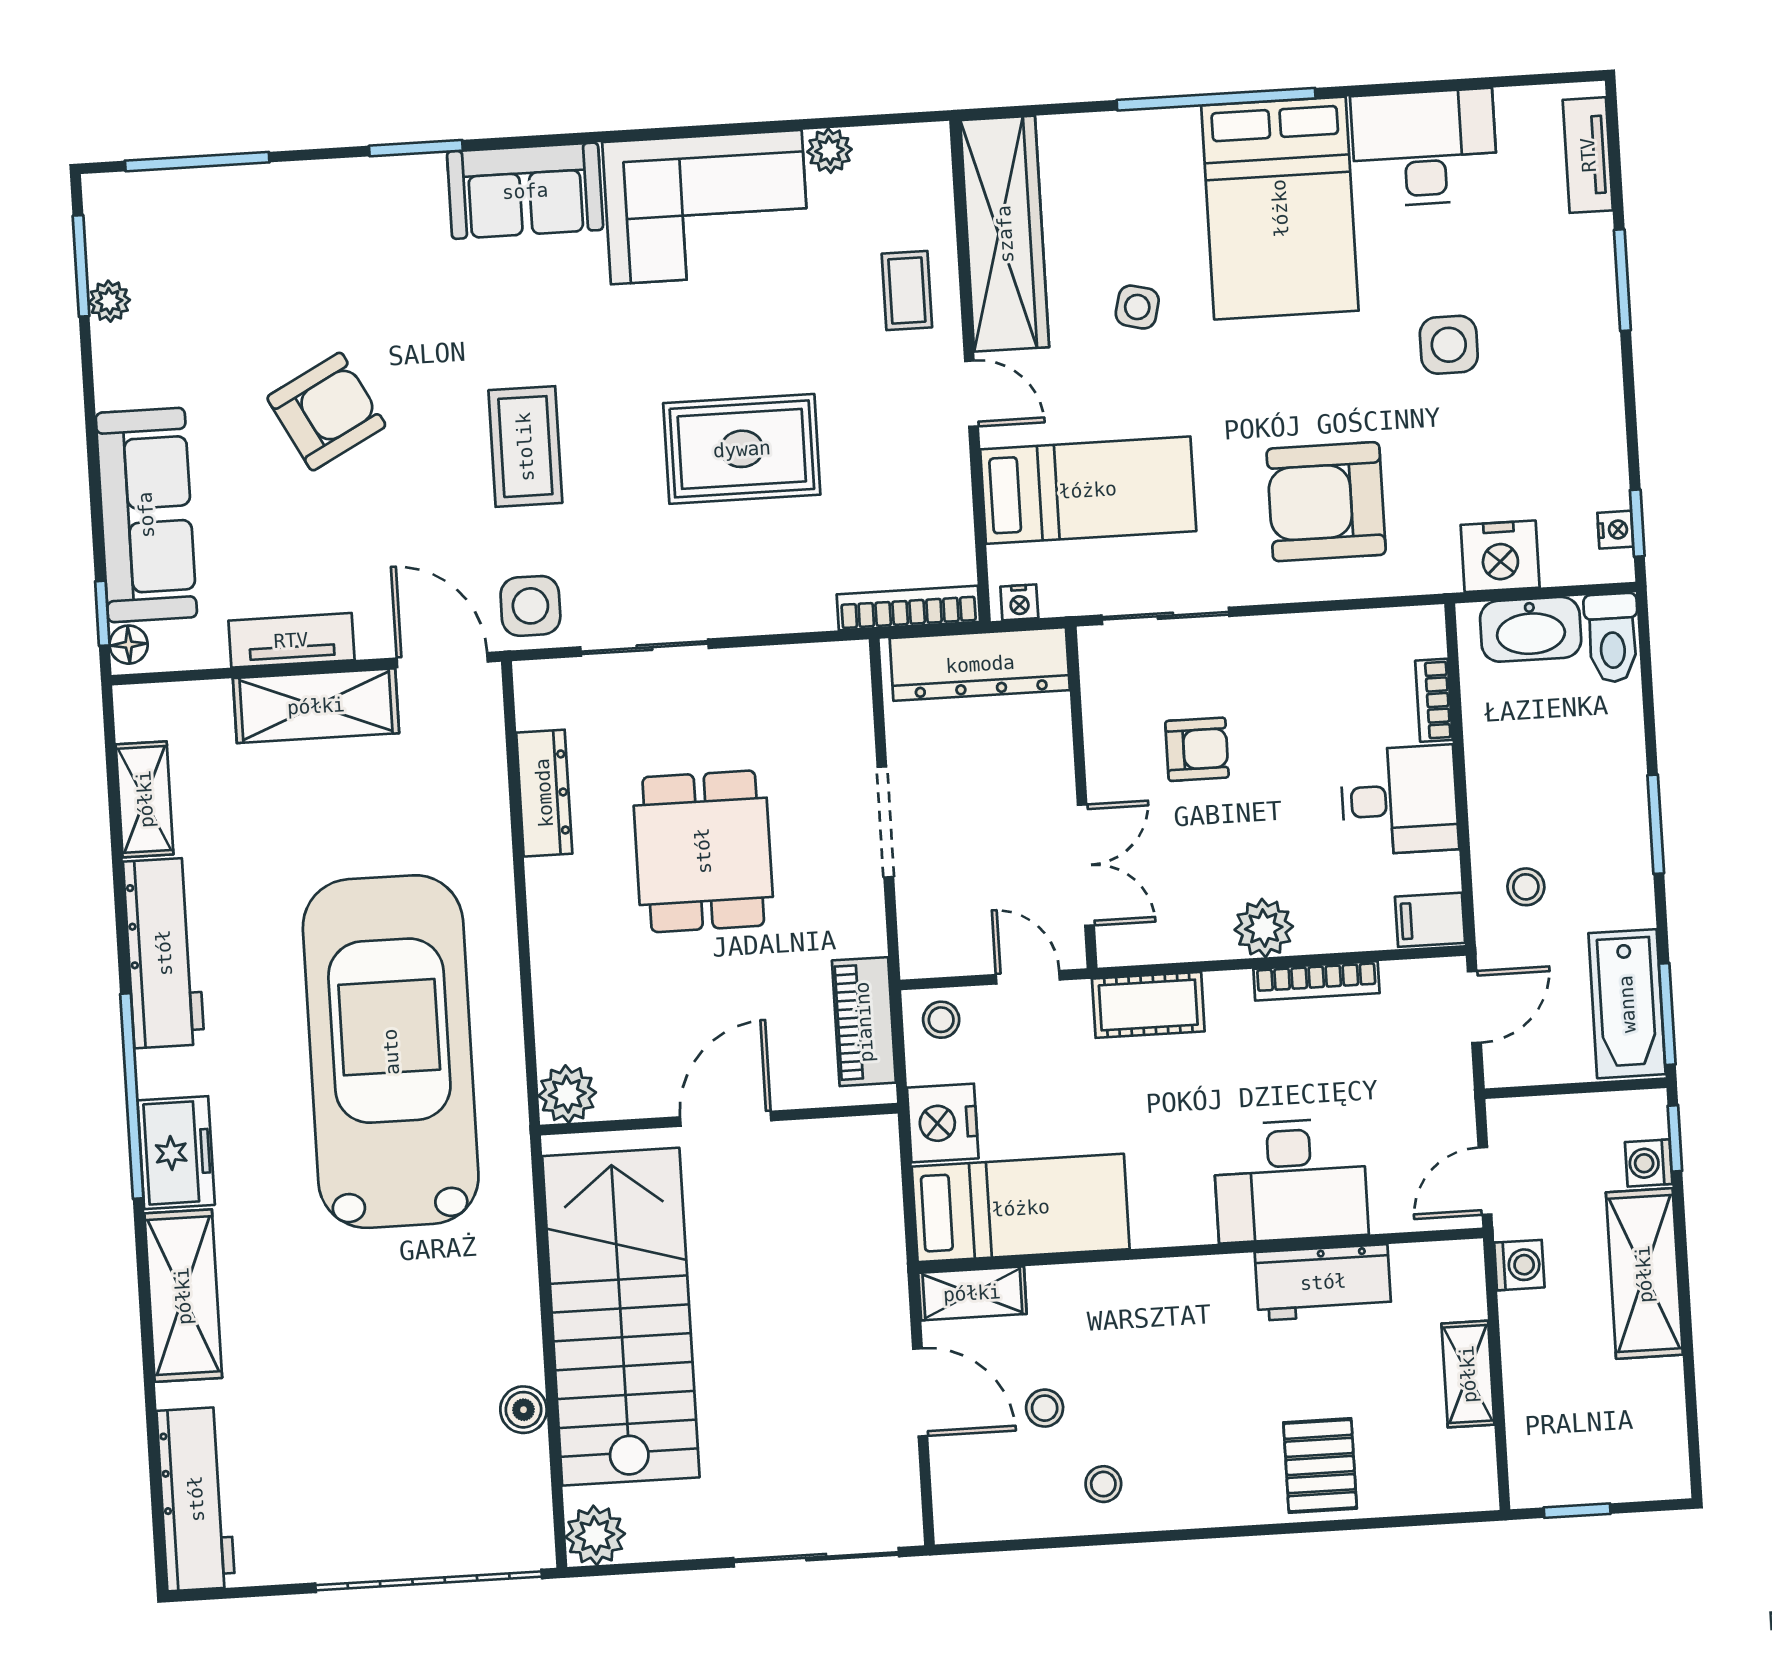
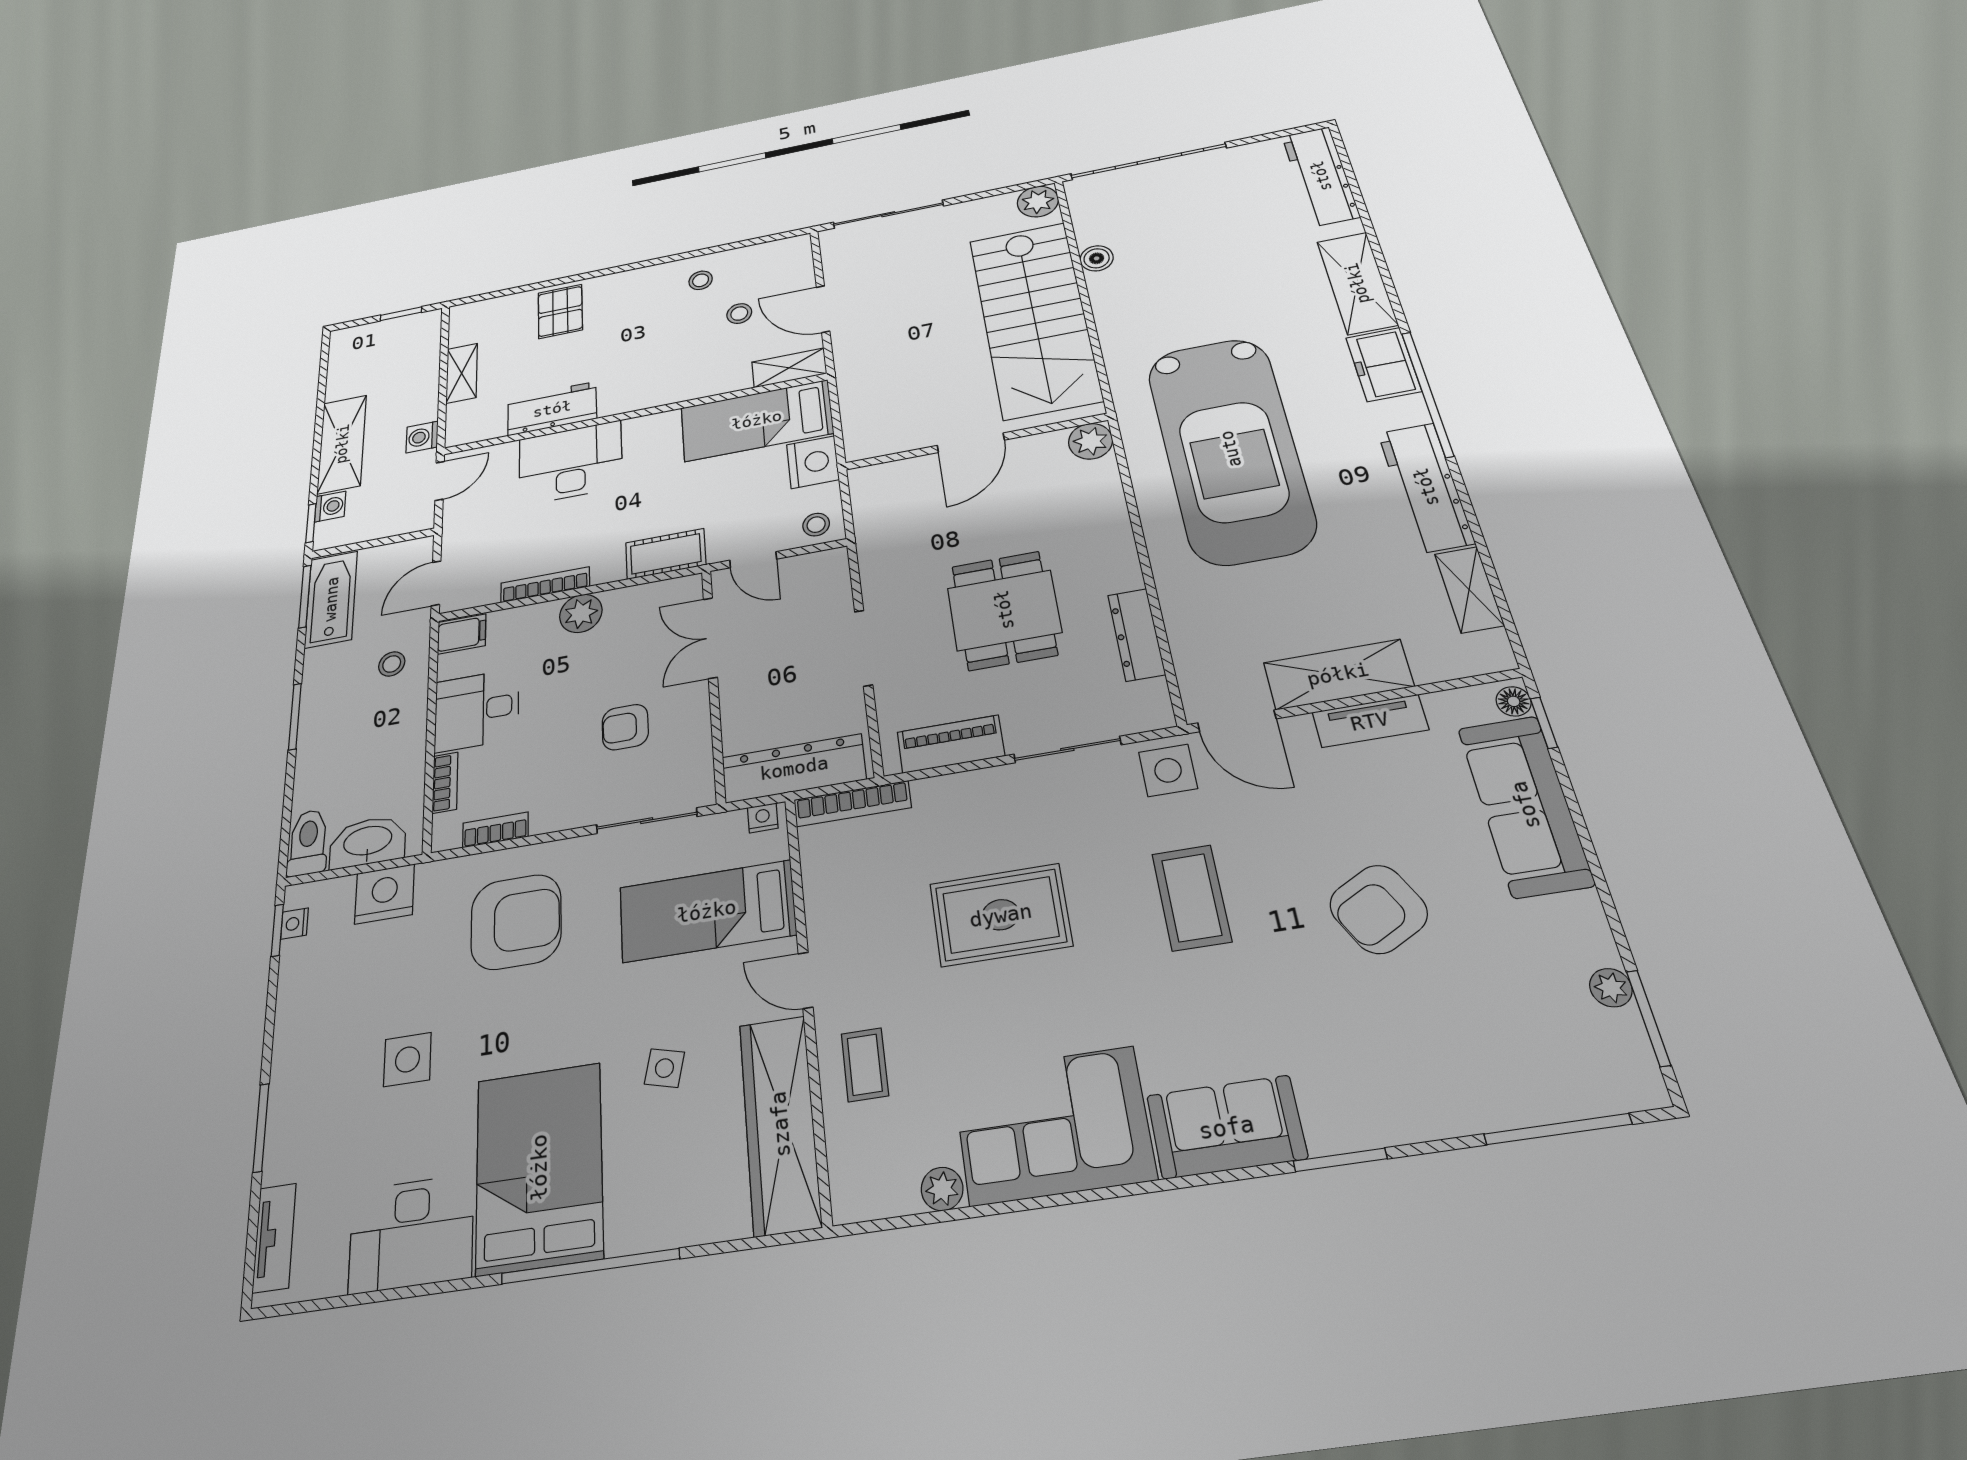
bookcase: (1361, 626) -> (495, 830), added
piano: (864, 1022) -> (951, 744), moved, turned -90

